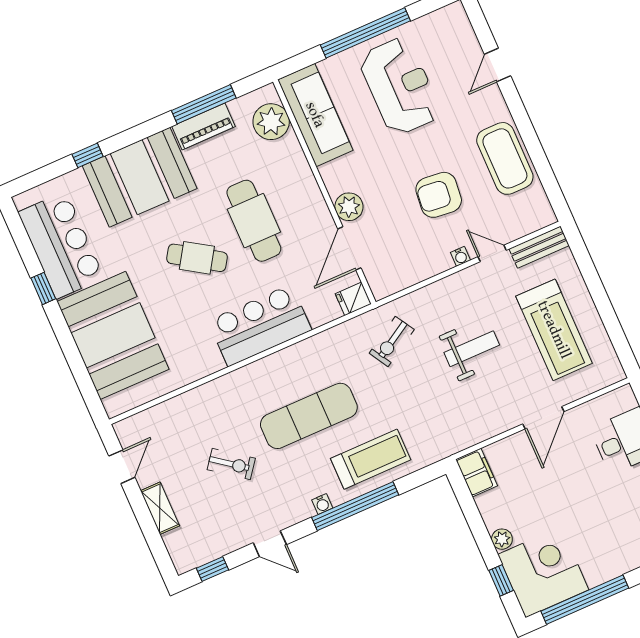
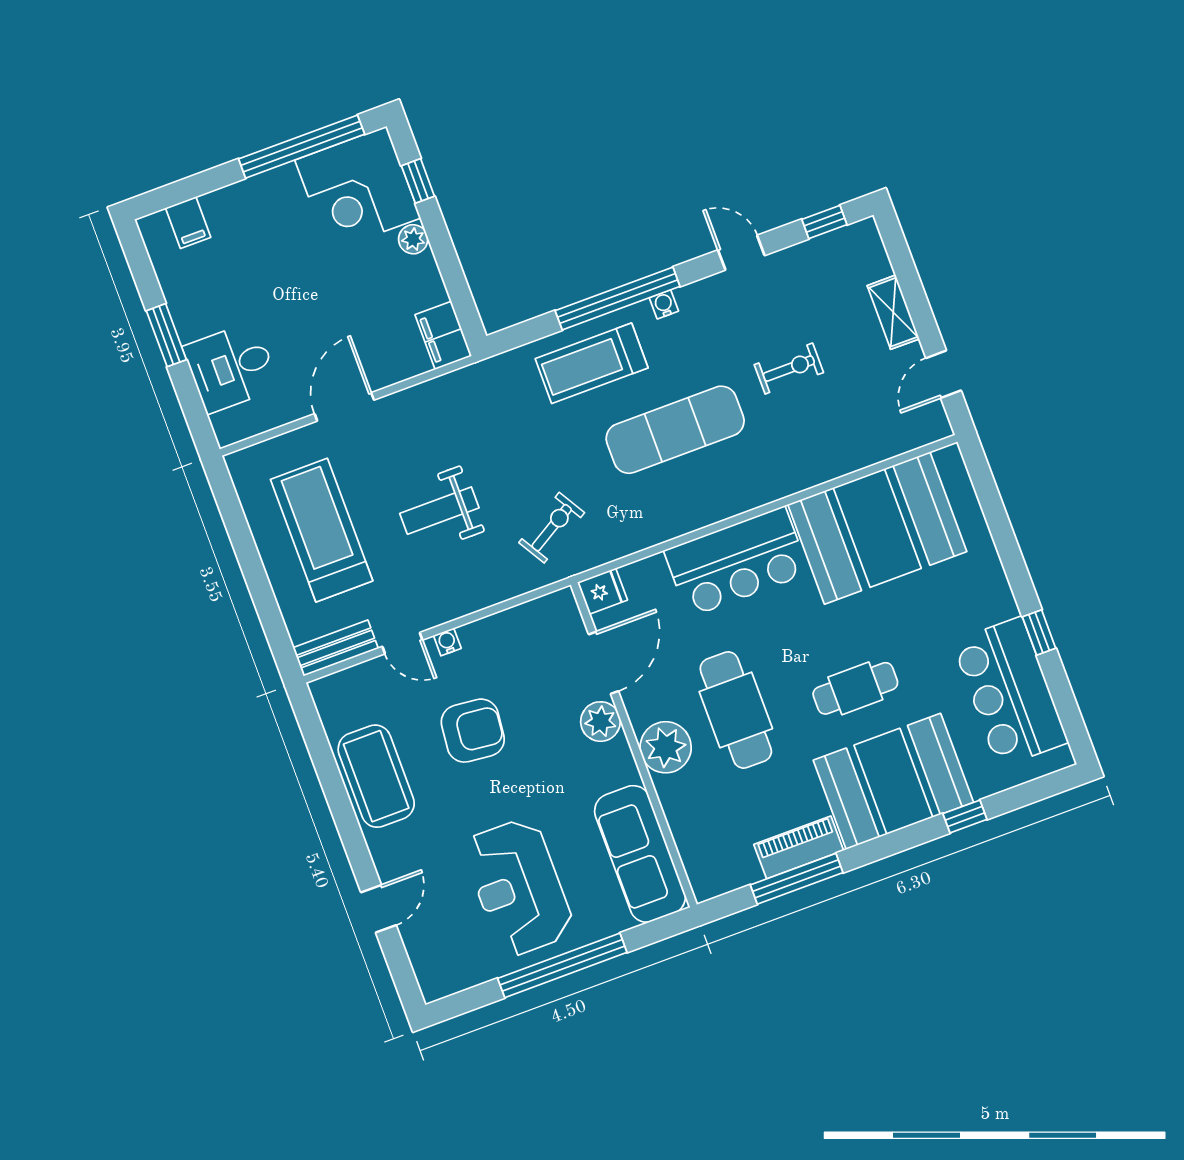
plant: (271, 122) -> (666, 747), moved
cafe table: (197, 258) -> (855, 688), moved, turned -33
booth: (113, 335) -> (877, 528), moved, turned 90
exercise bike: (231, 464) -> (789, 369), turned 143

